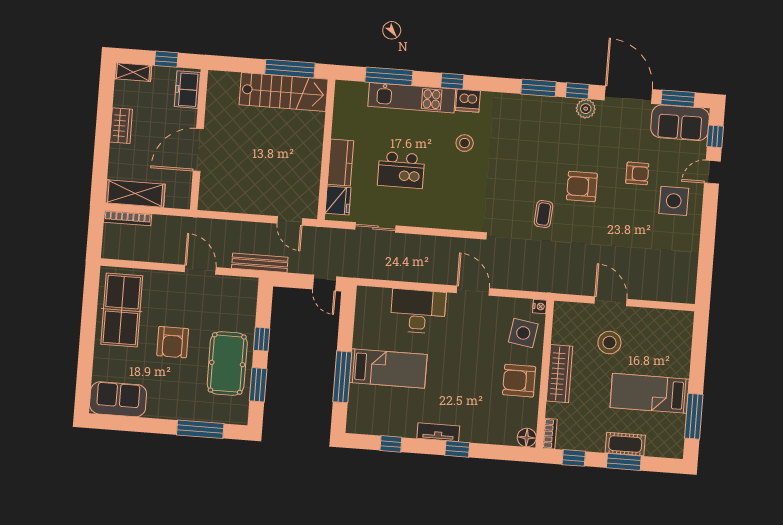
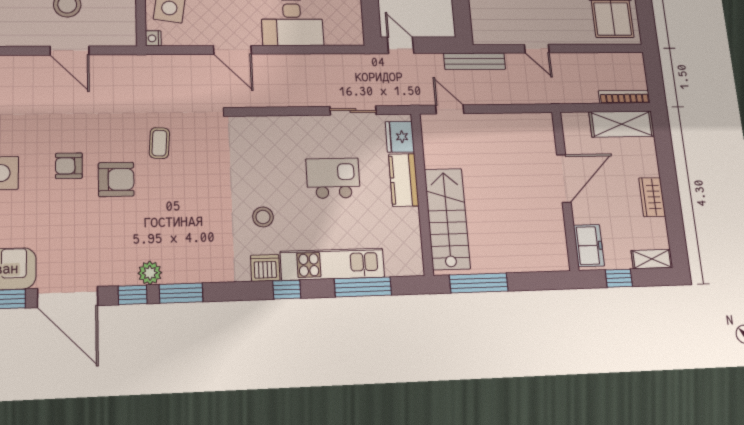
stairs: (284, 92) -> (447, 219), moved, turned 90
plant: (586, 109) -> (150, 273), moved
armchair: (637, 173) -> (69, 166), moved
door: (200, 270) -> (537, 49), width x0.73

